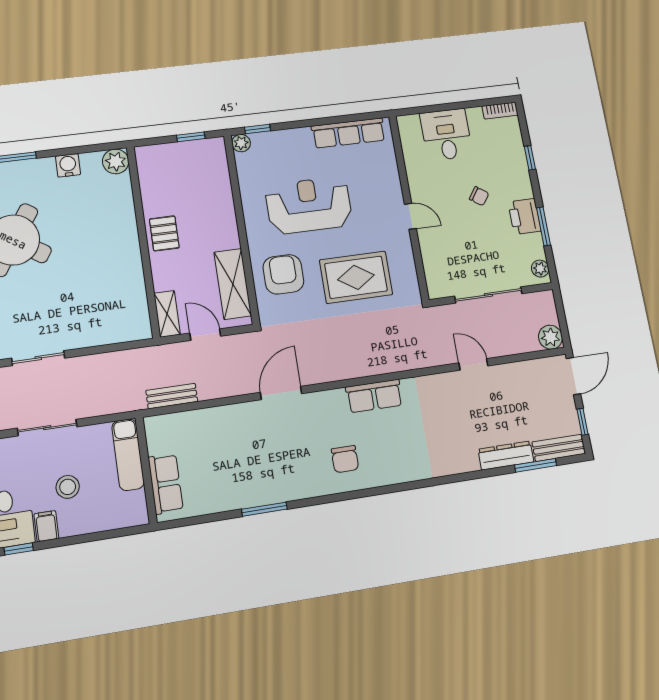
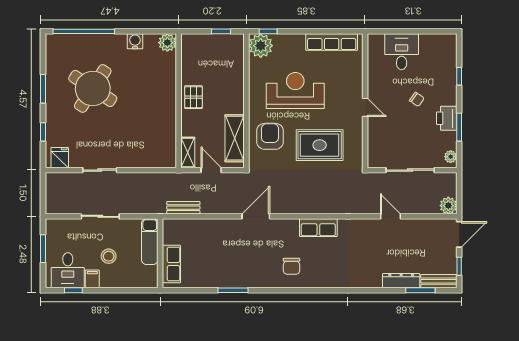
bookcase: (500, 111) -> (444, 39), removed
plant: (241, 143) -> (261, 46), width x1.87, depth x1.87

